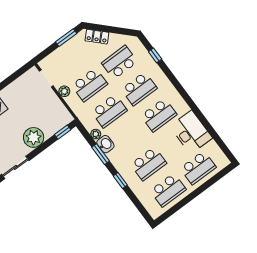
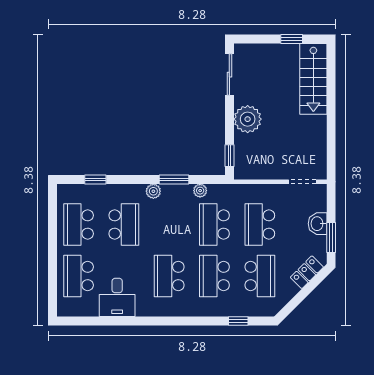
plant: (64, 91) -> (153, 191), moved
desk: (191, 132) -> (117, 297), width x0.73
washbasin: (105, 144) -> (318, 224), moved, turned 90
school desk: (149, 164) -> (124, 225), turned 180
window: (120, 180) -> (95, 179), moved

